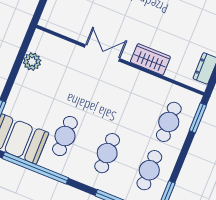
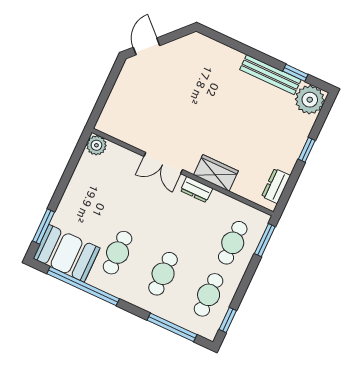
double door: (102, 53) -> (163, 163), swing flipped
plant: (32, 62) -> (96, 145), moved
dresser: (134, 75) -> (196, 190), added

